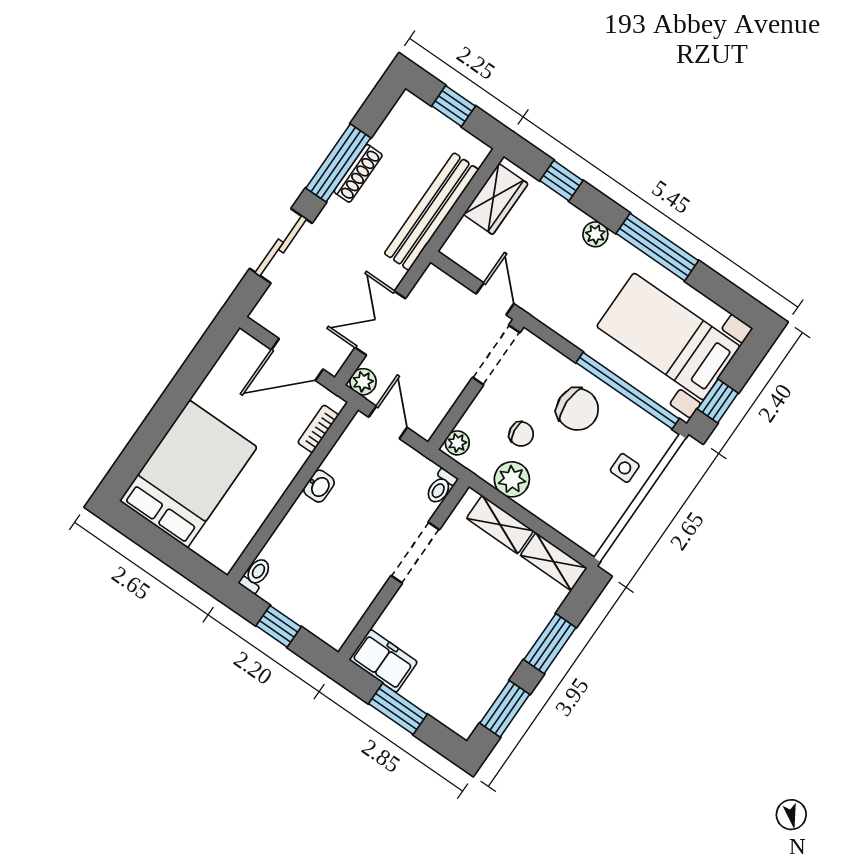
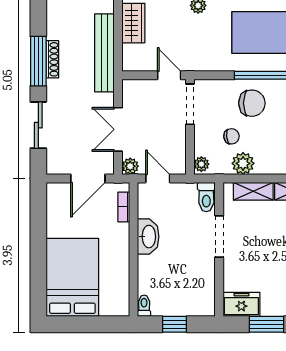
washbasin: (319, 486) -> (148, 237), width x1.91, depth x1.45
toilet: (441, 487) -> (206, 197), width x1.37, depth x1.39

